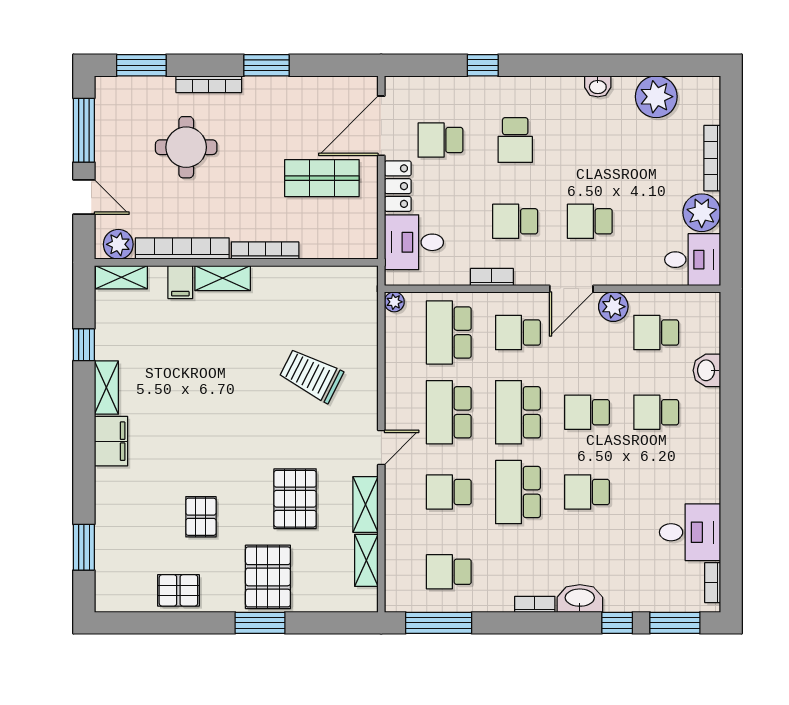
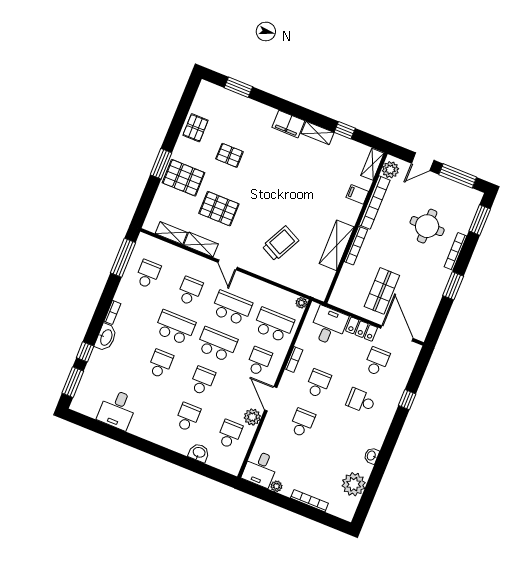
plant: (702, 213) -> (276, 486), width x0.53, depth x0.53
shelving: (223, 278) -> (337, 245), moved, width x1.50, depth x1.33
bookcase: (713, 583) -> (86, 411), removed

